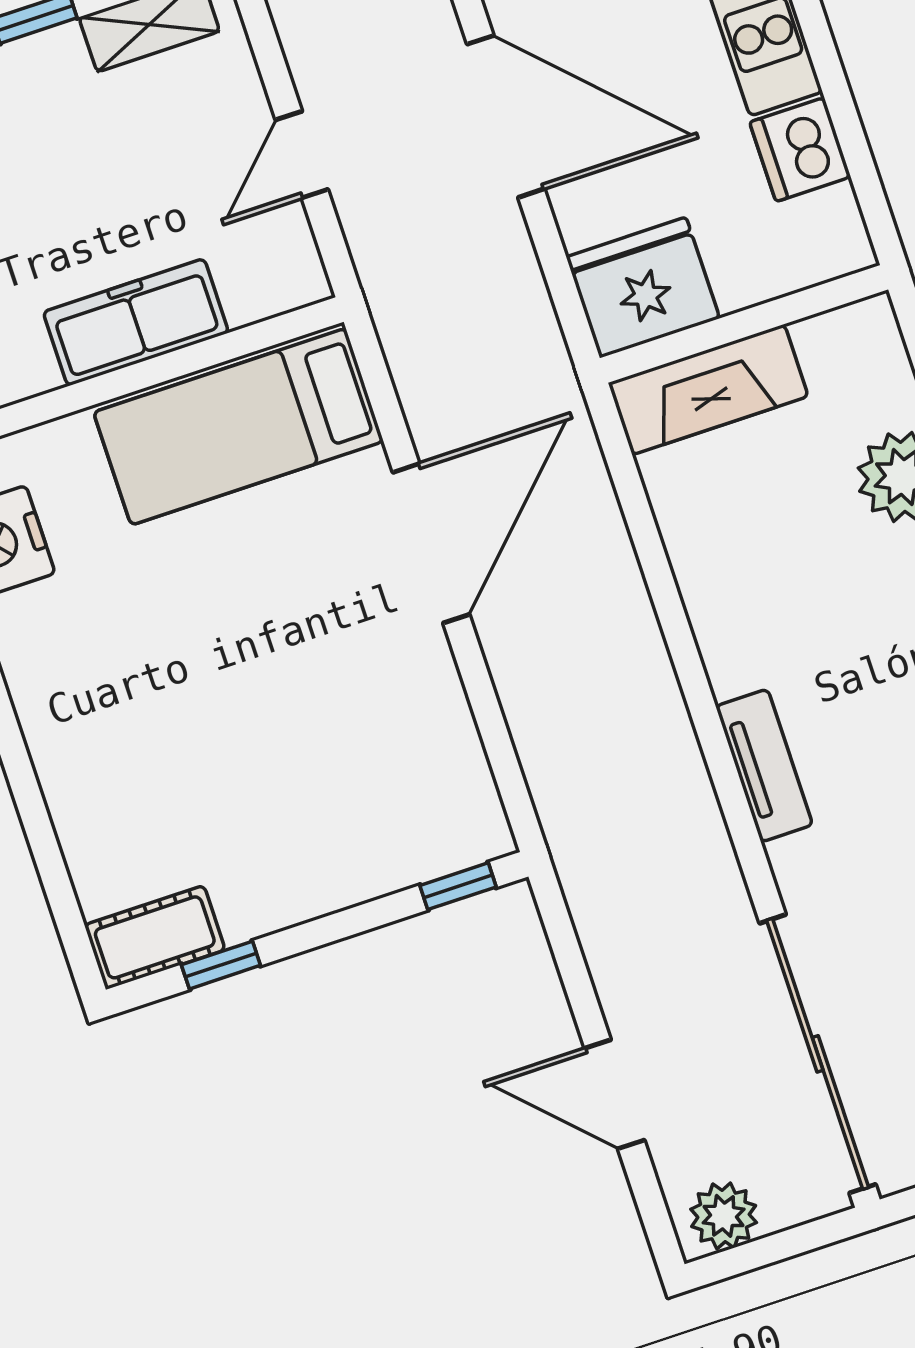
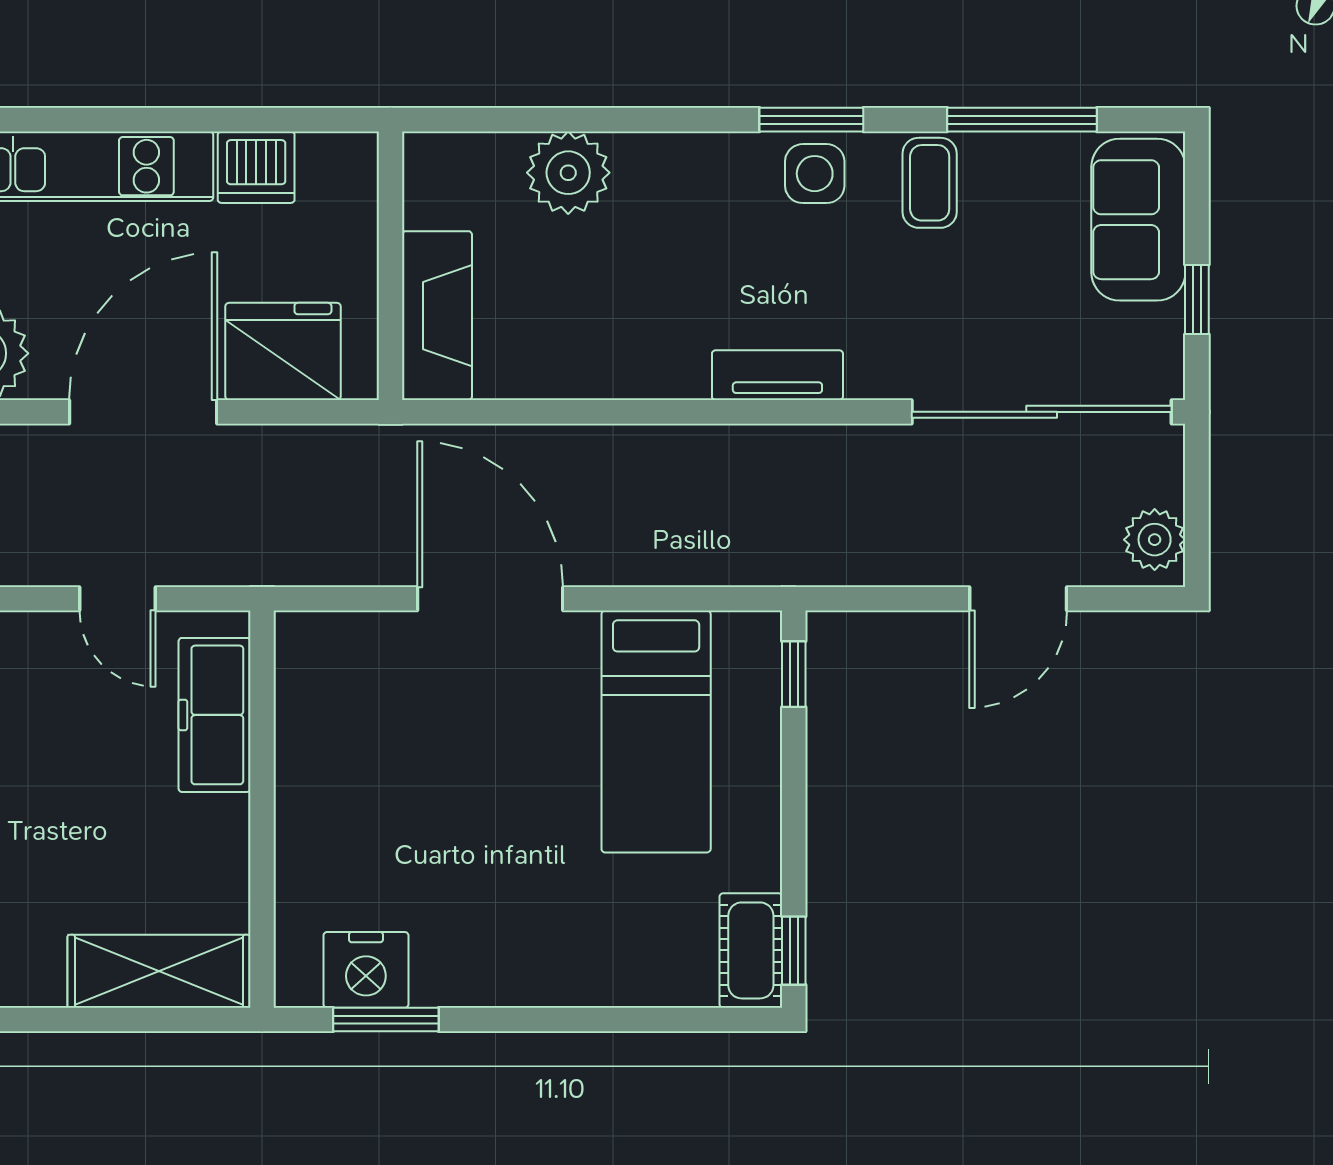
fridge: (643, 288) -> (283, 351), moved, turned 90
freezer: (136, 322) -> (214, 715), moved
bed: (239, 427) -> (656, 732), moved
window: (221, 965) -> (794, 951), moved

